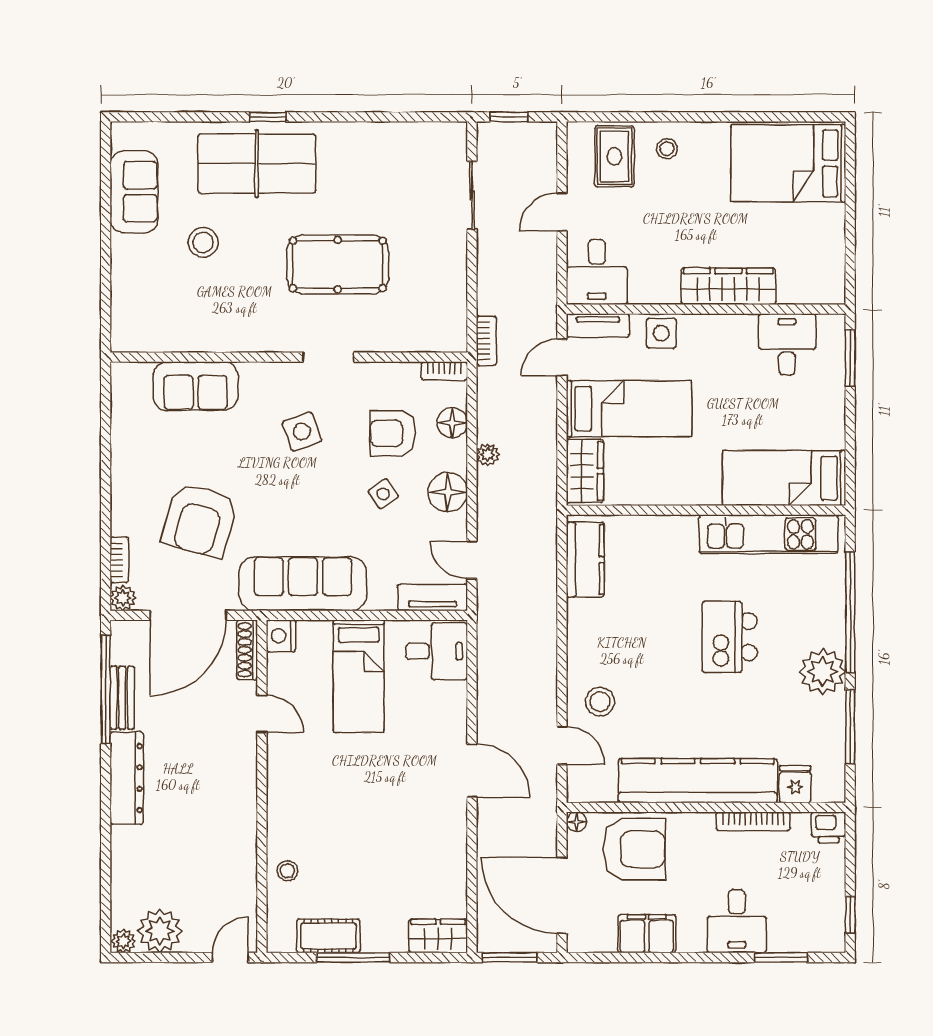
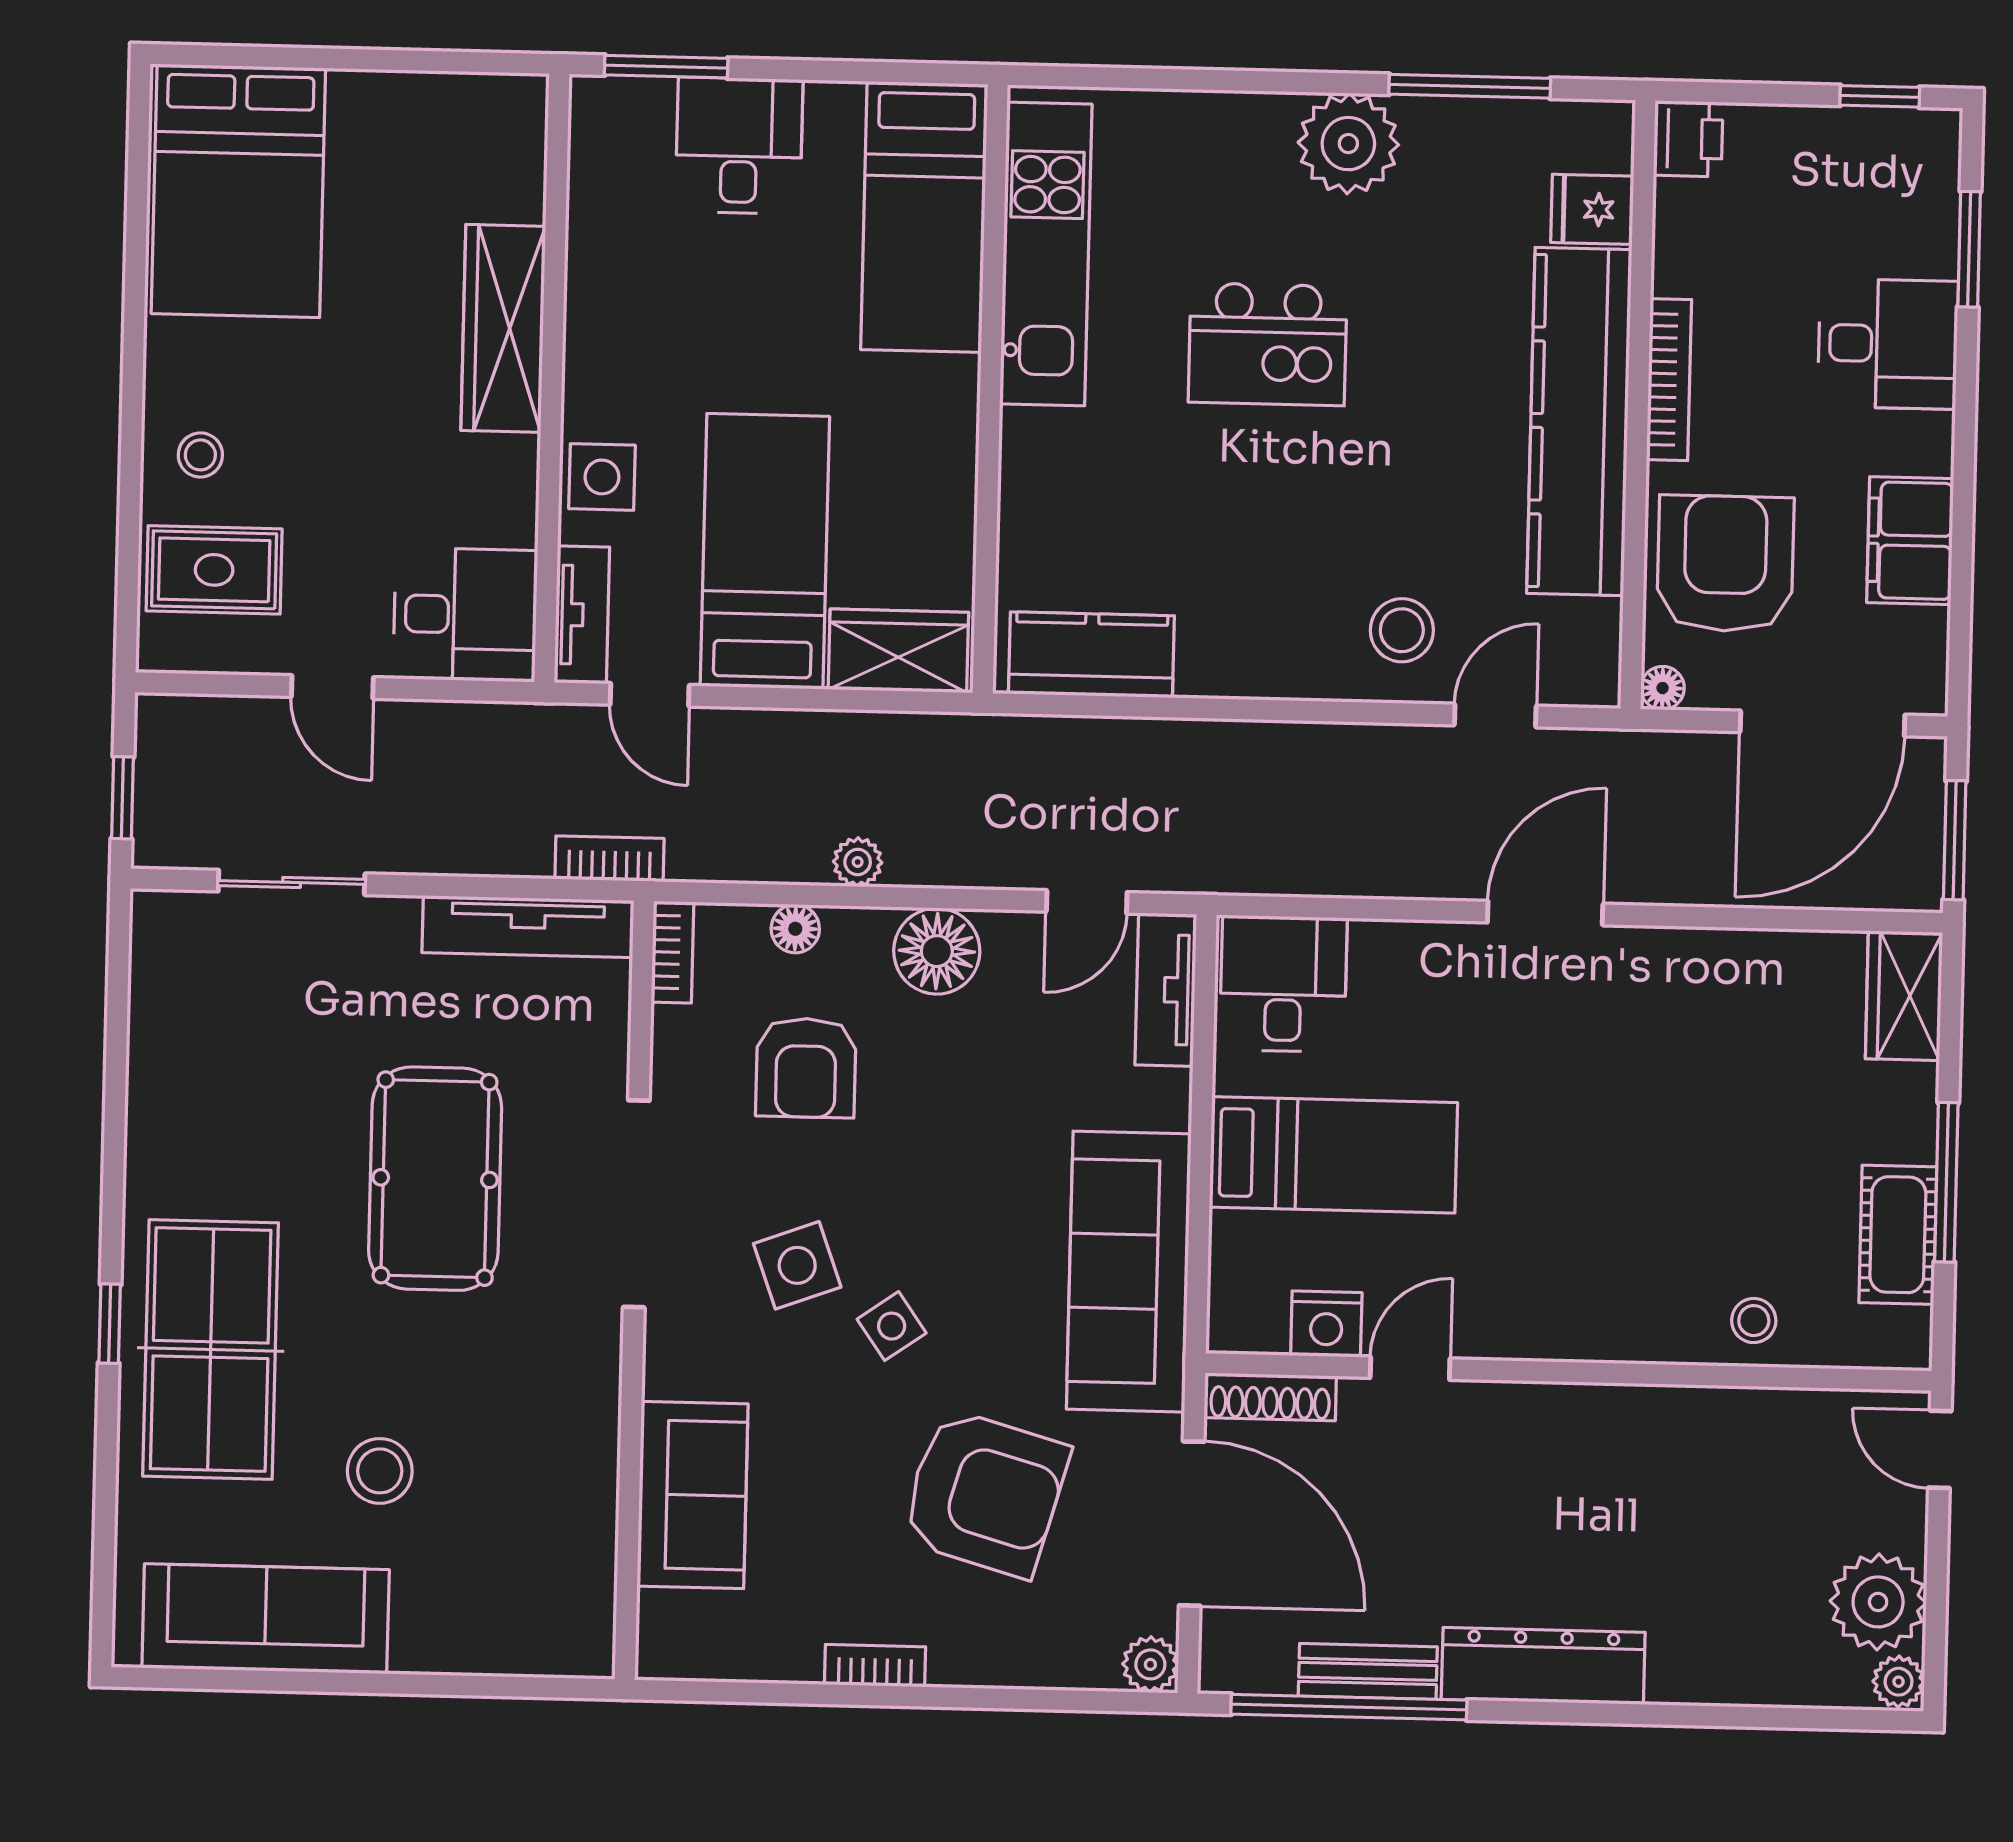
sofa: (134, 192) -> (266, 1619), width x1.36
tv unit: (454, 304) -> (528, 927), added
desk: (787, 344) -> (739, 146), moved, turned 90
doorway: (328, 357) -> (636, 1204), width x1.88
floor lamp: (452, 423) -> (795, 929), width x0.73, depth x0.73
side table: (383, 494) -> (892, 1326), moved
bookcase: (119, 560) -> (875, 1666), moved
window: (850, 612) -> (1220, 80), removed
nightstand: (281, 636) -> (1326, 1324), moved
bookcase: (753, 821) -> (1669, 380), moved

